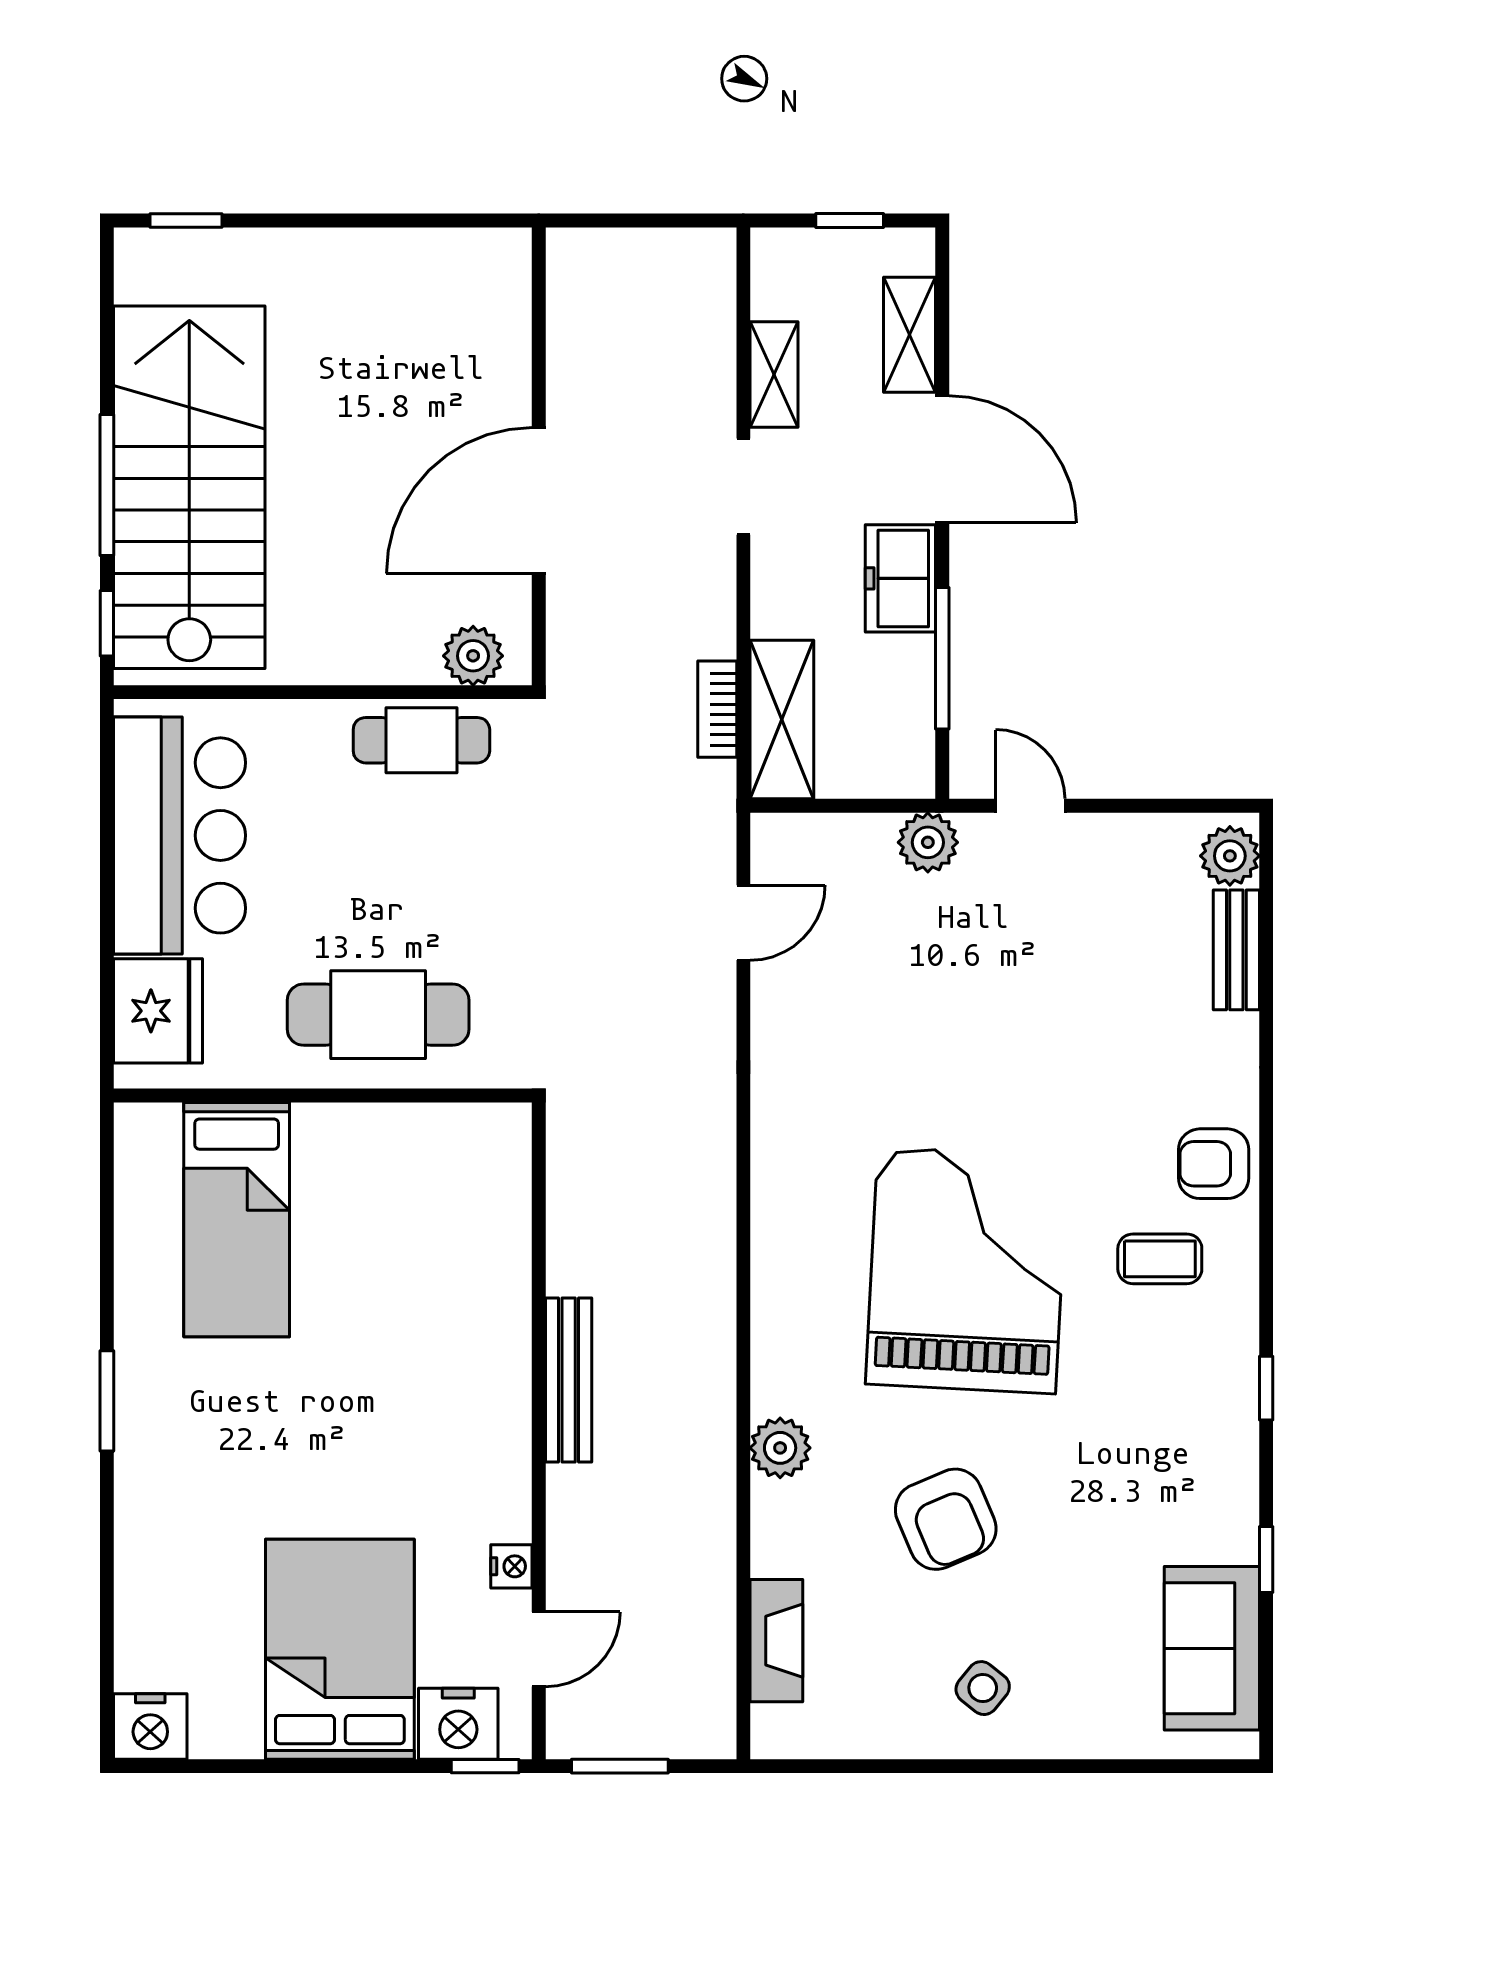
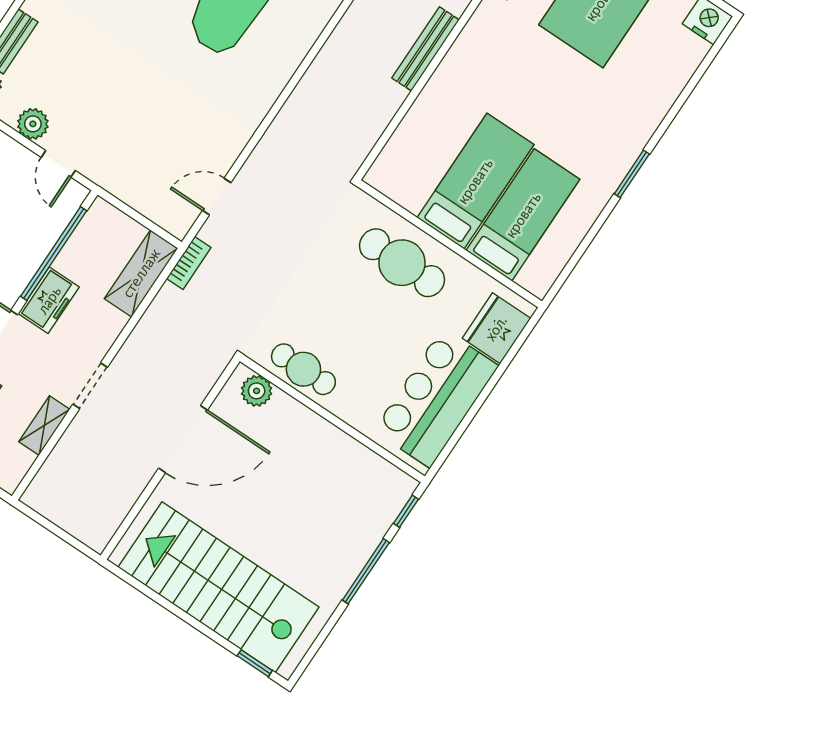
stairs: (189, 487) -> (219, 587), moved, turned 90
window: (942, 658) -> (54, 254), width x1.46
bookcase: (717, 709) -> (189, 263), moved
plant: (928, 842) -> (33, 124), moved
bed: (348, 1223) -> (475, 181), added

